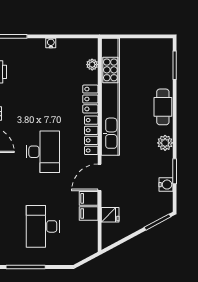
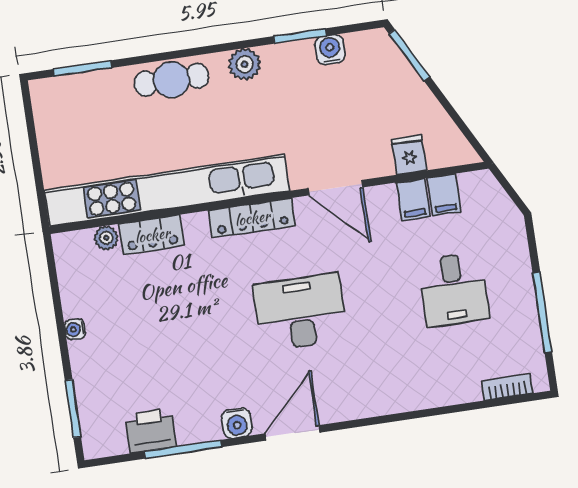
locker: (90, 99) -> (152, 235), moved
filing cabinet: (89, 198) -> (444, 195), moved
desk: (43, 226) -> (454, 289), width x0.73

